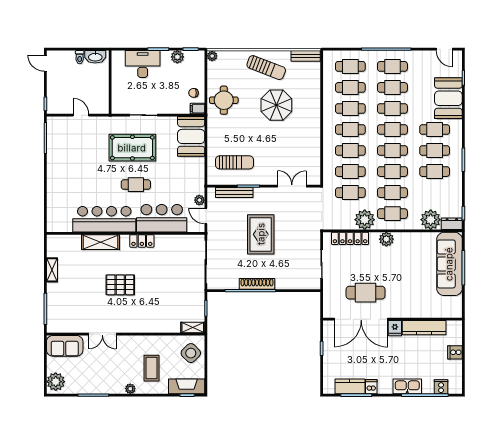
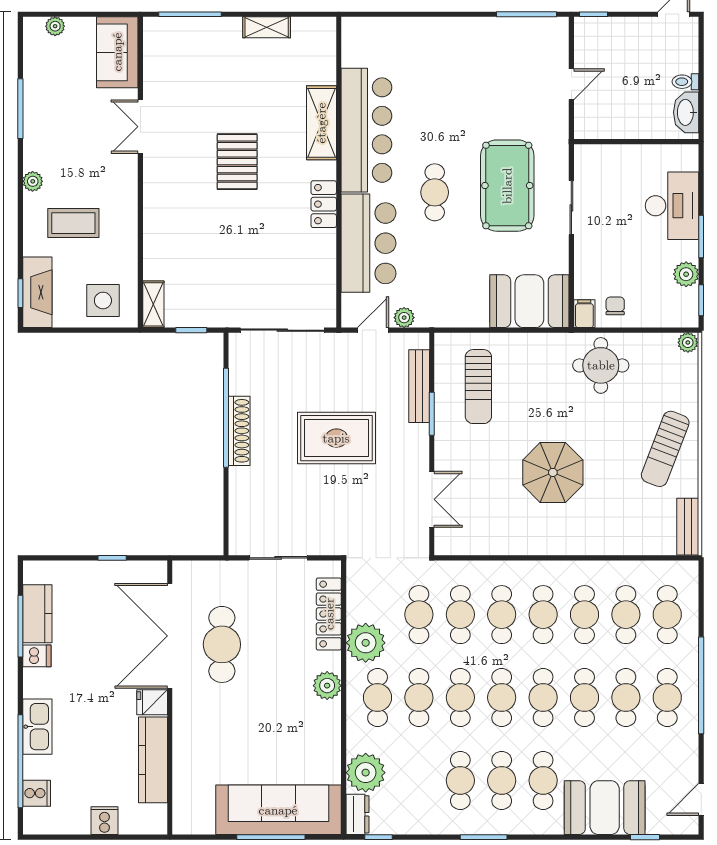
parasol: (276, 105) -> (553, 472), moved
side table: (191, 353) -> (103, 300), turned 45
plant: (56, 382) -> (55, 26), width x0.53, depth x0.53

